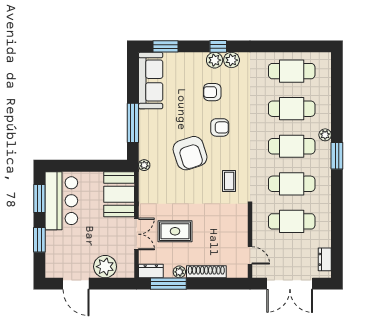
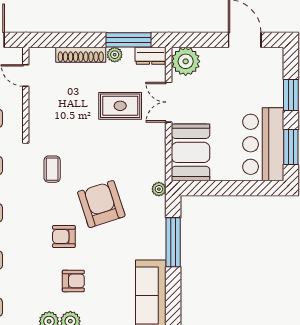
plant: (105, 267) -> (186, 61), moved

